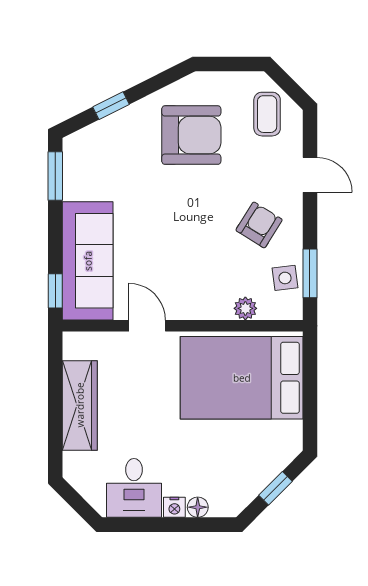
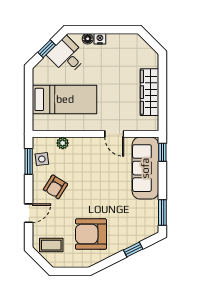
coffee table: (267, 114) -> (51, 245), turned 90
door: (310, 175) -> (29, 213), swing flipped
bed: (242, 378) -> (65, 99), width x0.67
desk: (134, 488) -> (67, 56), moved, turned -45

